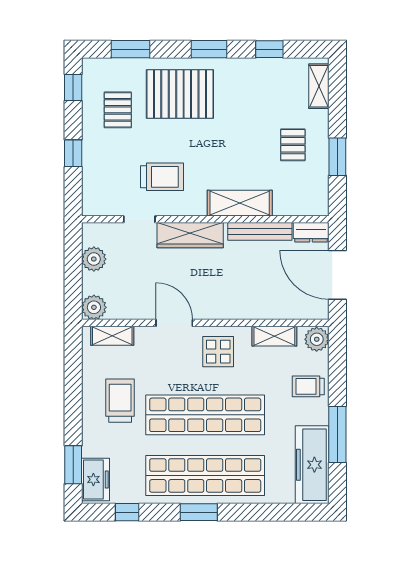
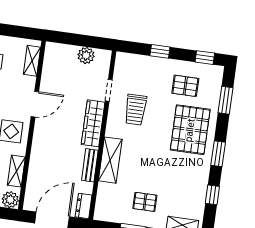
bench: (260, 231) -> (90, 165), width x0.73
plant: (94, 307) -> (53, 51), removed

